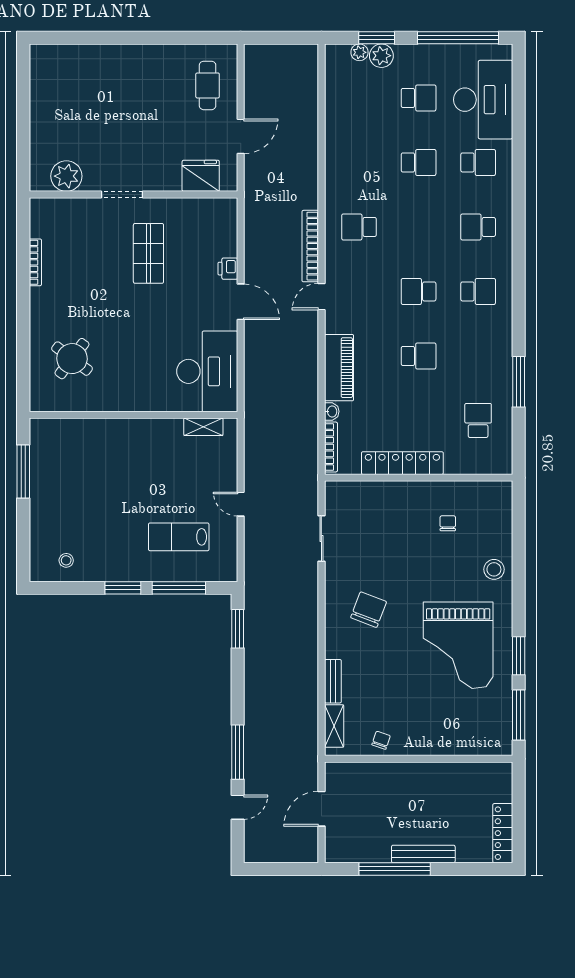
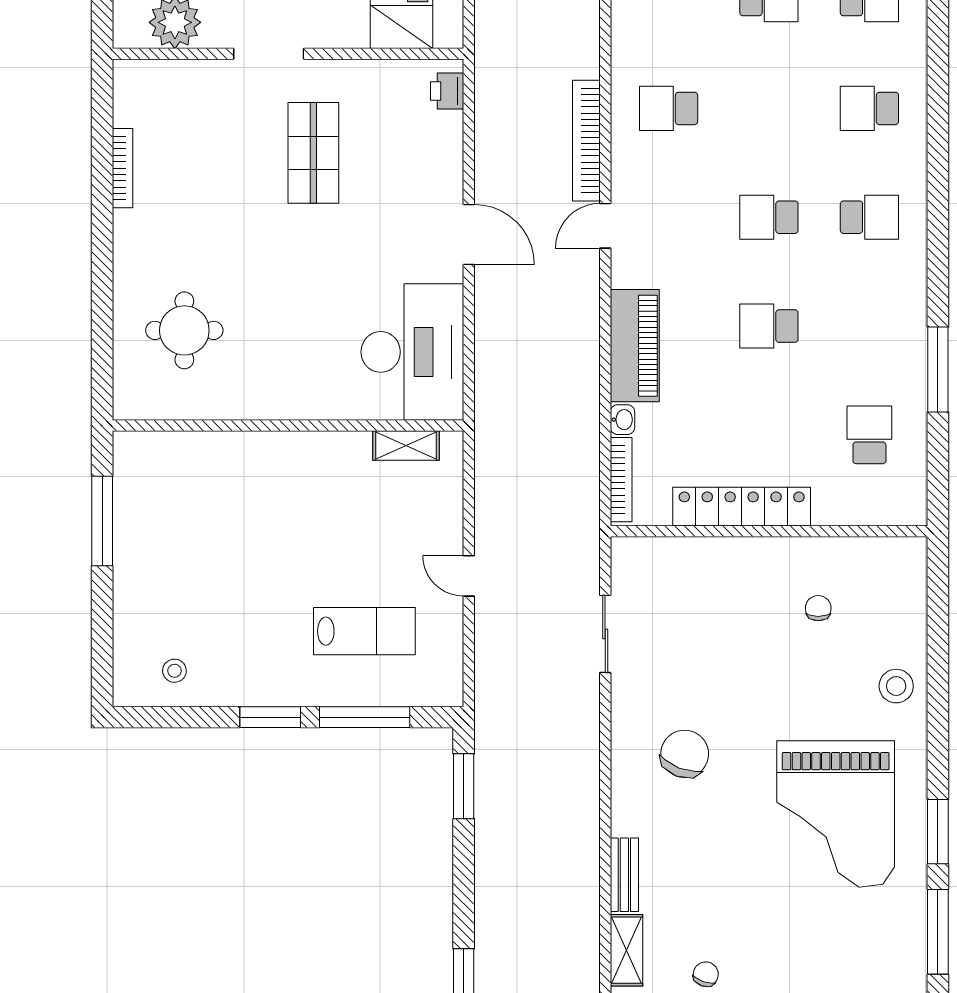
printer: (228, 269) -> (447, 91), moved
school desk: (419, 356) -> (769, 326), turned 180
round table: (72, 359) -> (184, 330), turned -37
lab bench: (179, 537) -> (364, 631), turned 180

